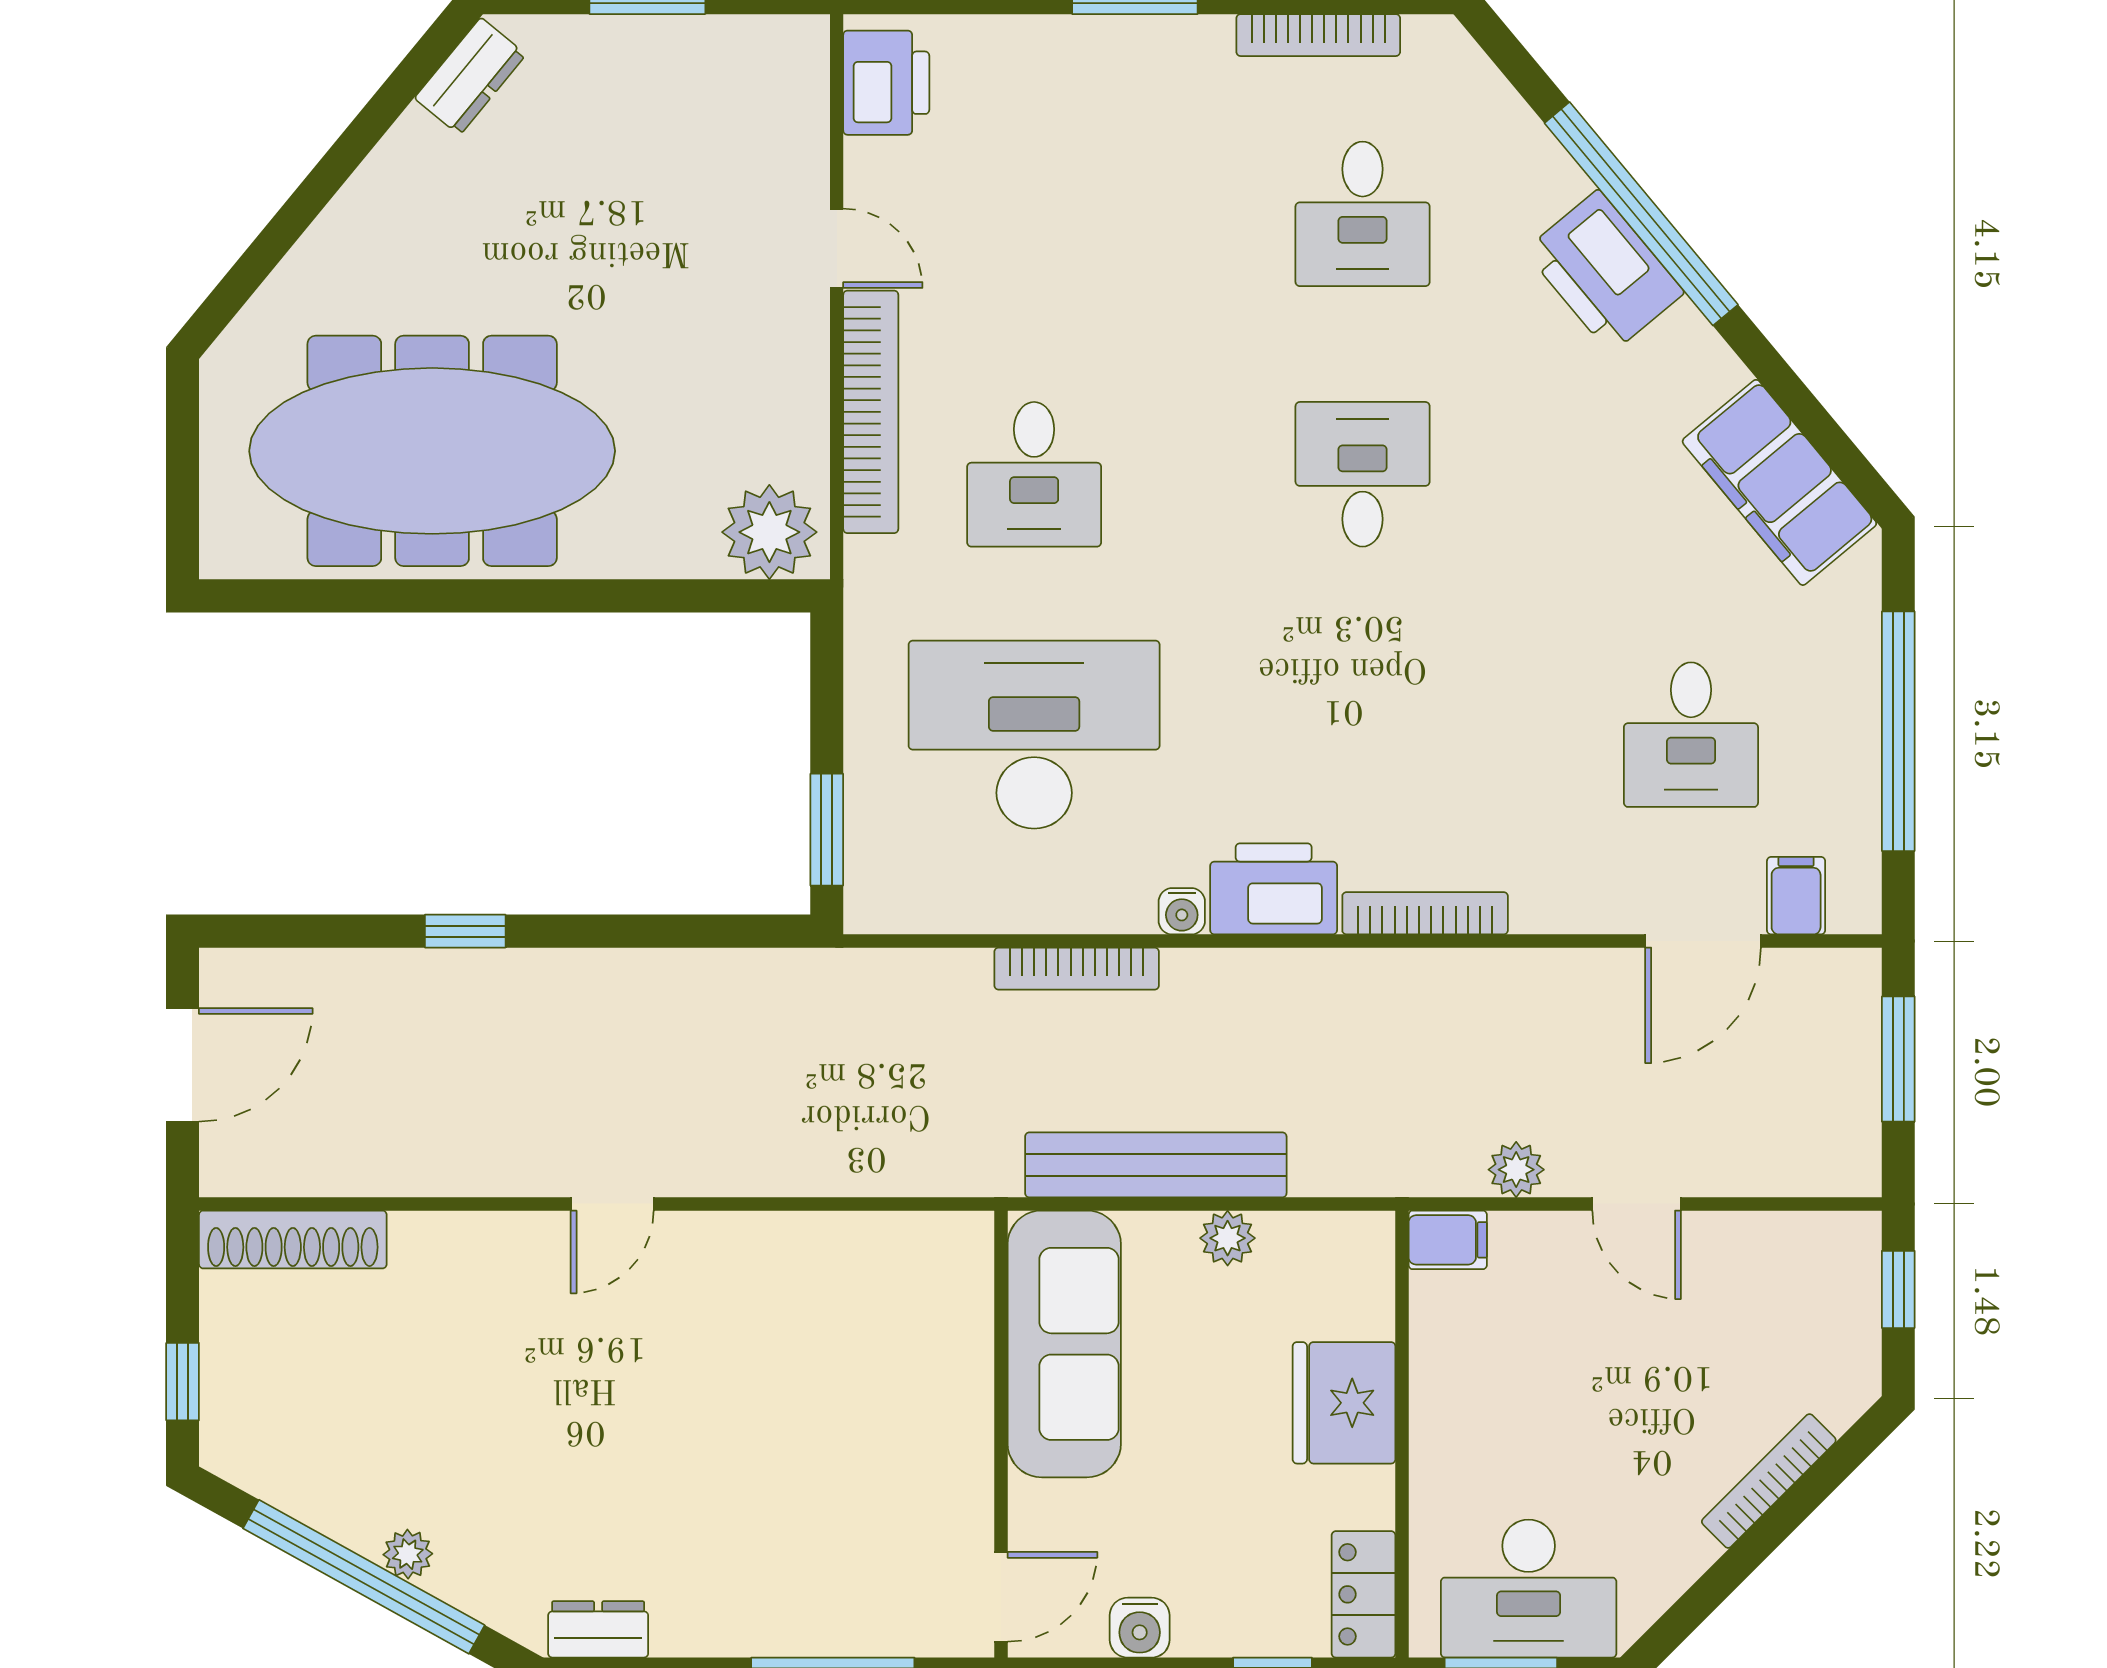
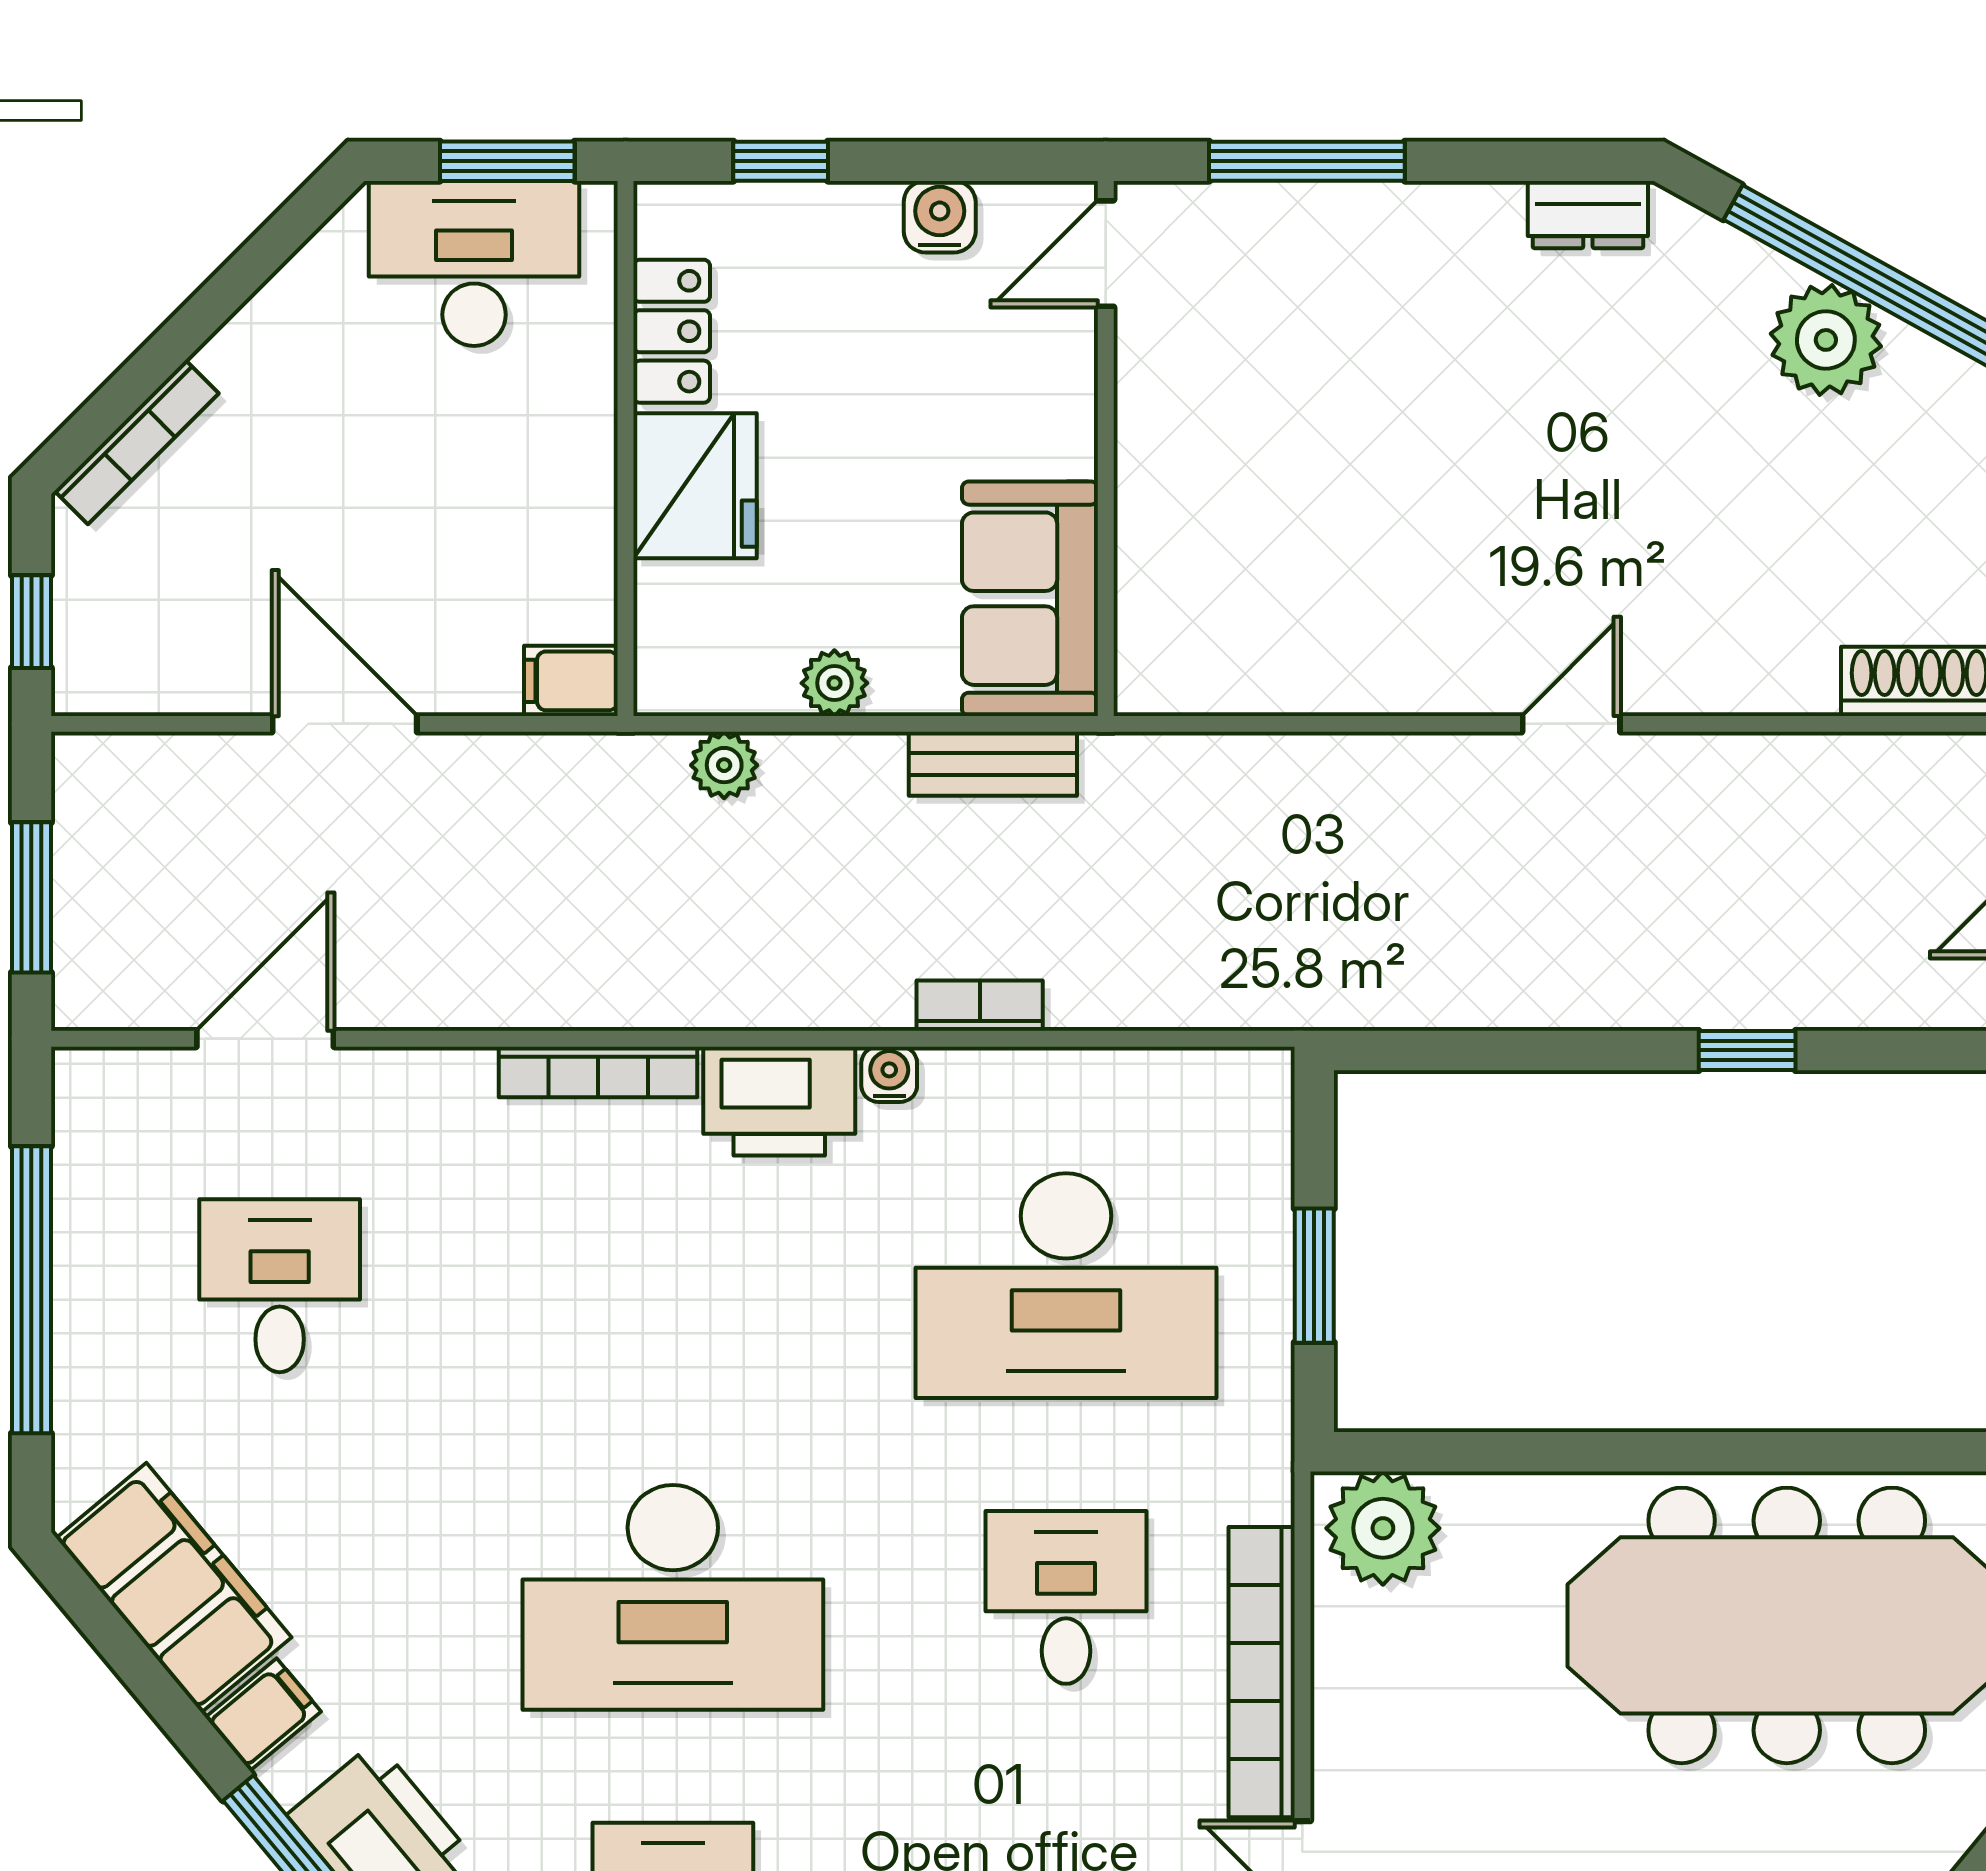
desk: (1363, 474) -> (673, 1597), width x1.87, depth x1.30
window: (827, 830) -> (1314, 1276), moved
filing cabinet: (1796, 896) -> (263, 1715), moved, turned -130
bookcase: (1077, 969) -> (980, 1006), width x0.64
bench: (1156, 1165) -> (993, 764), width x0.54, depth x0.82
plant: (1516, 1170) -> (724, 765), moved
door: (1637, 1204) -> (345, 724), width x1.38
sofa: (1064, 1344) -> (1030, 599), width x0.73
bookcase: (1769, 1481) -> (137, 442), moved
plant: (408, 1554) -> (1826, 340), width x1.88, depth x1.88
locker: (1363, 1594) -> (672, 331), moved

